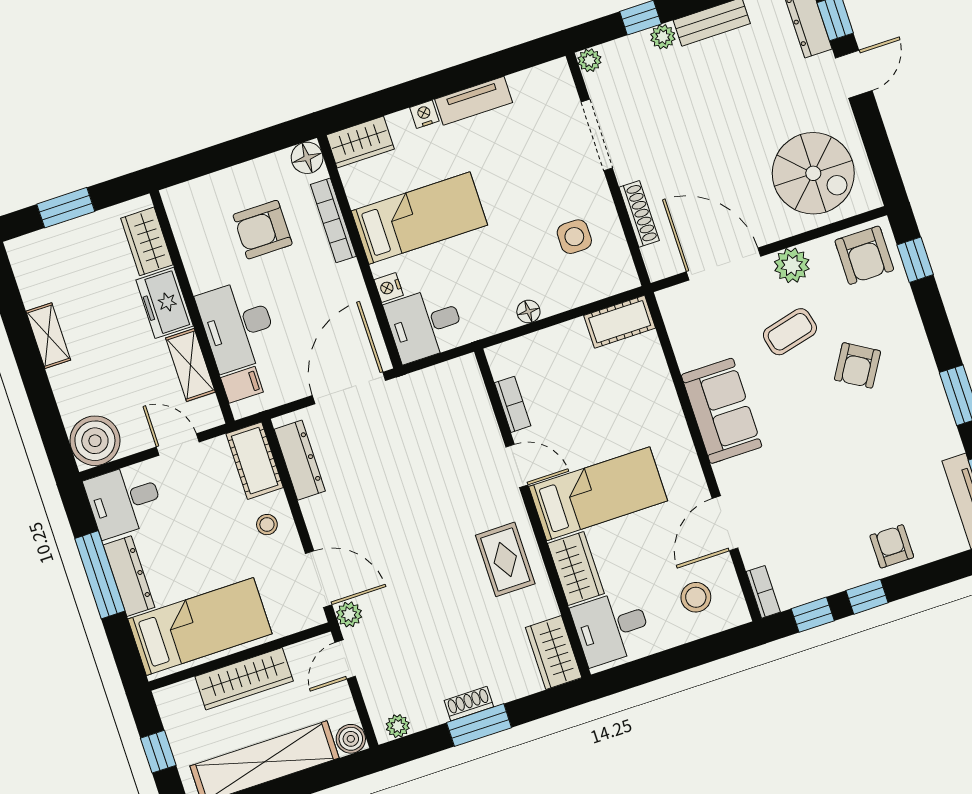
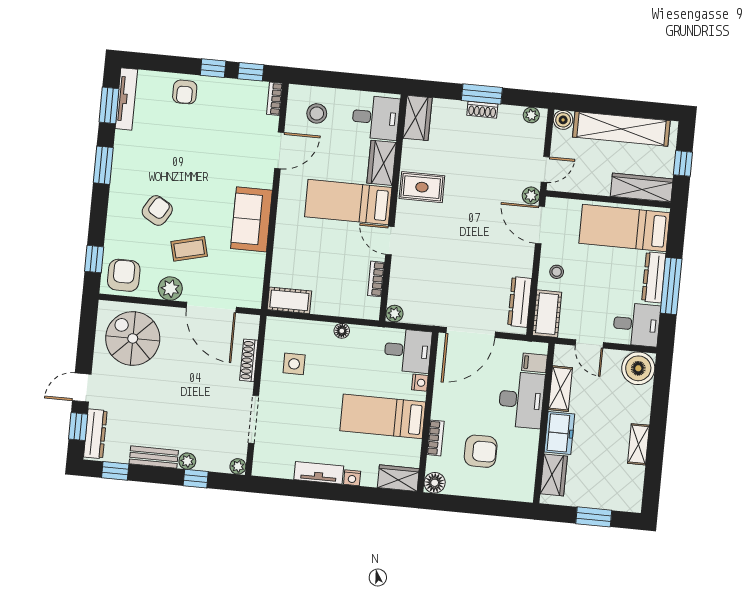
bookcase: (333, 220) -> (435, 438), width x0.64
plant: (466, 368) -> (394, 314), added
rug: (505, 559) -> (422, 187), turned 90
wardrobe: (244, 679) -> (642, 188), moved

